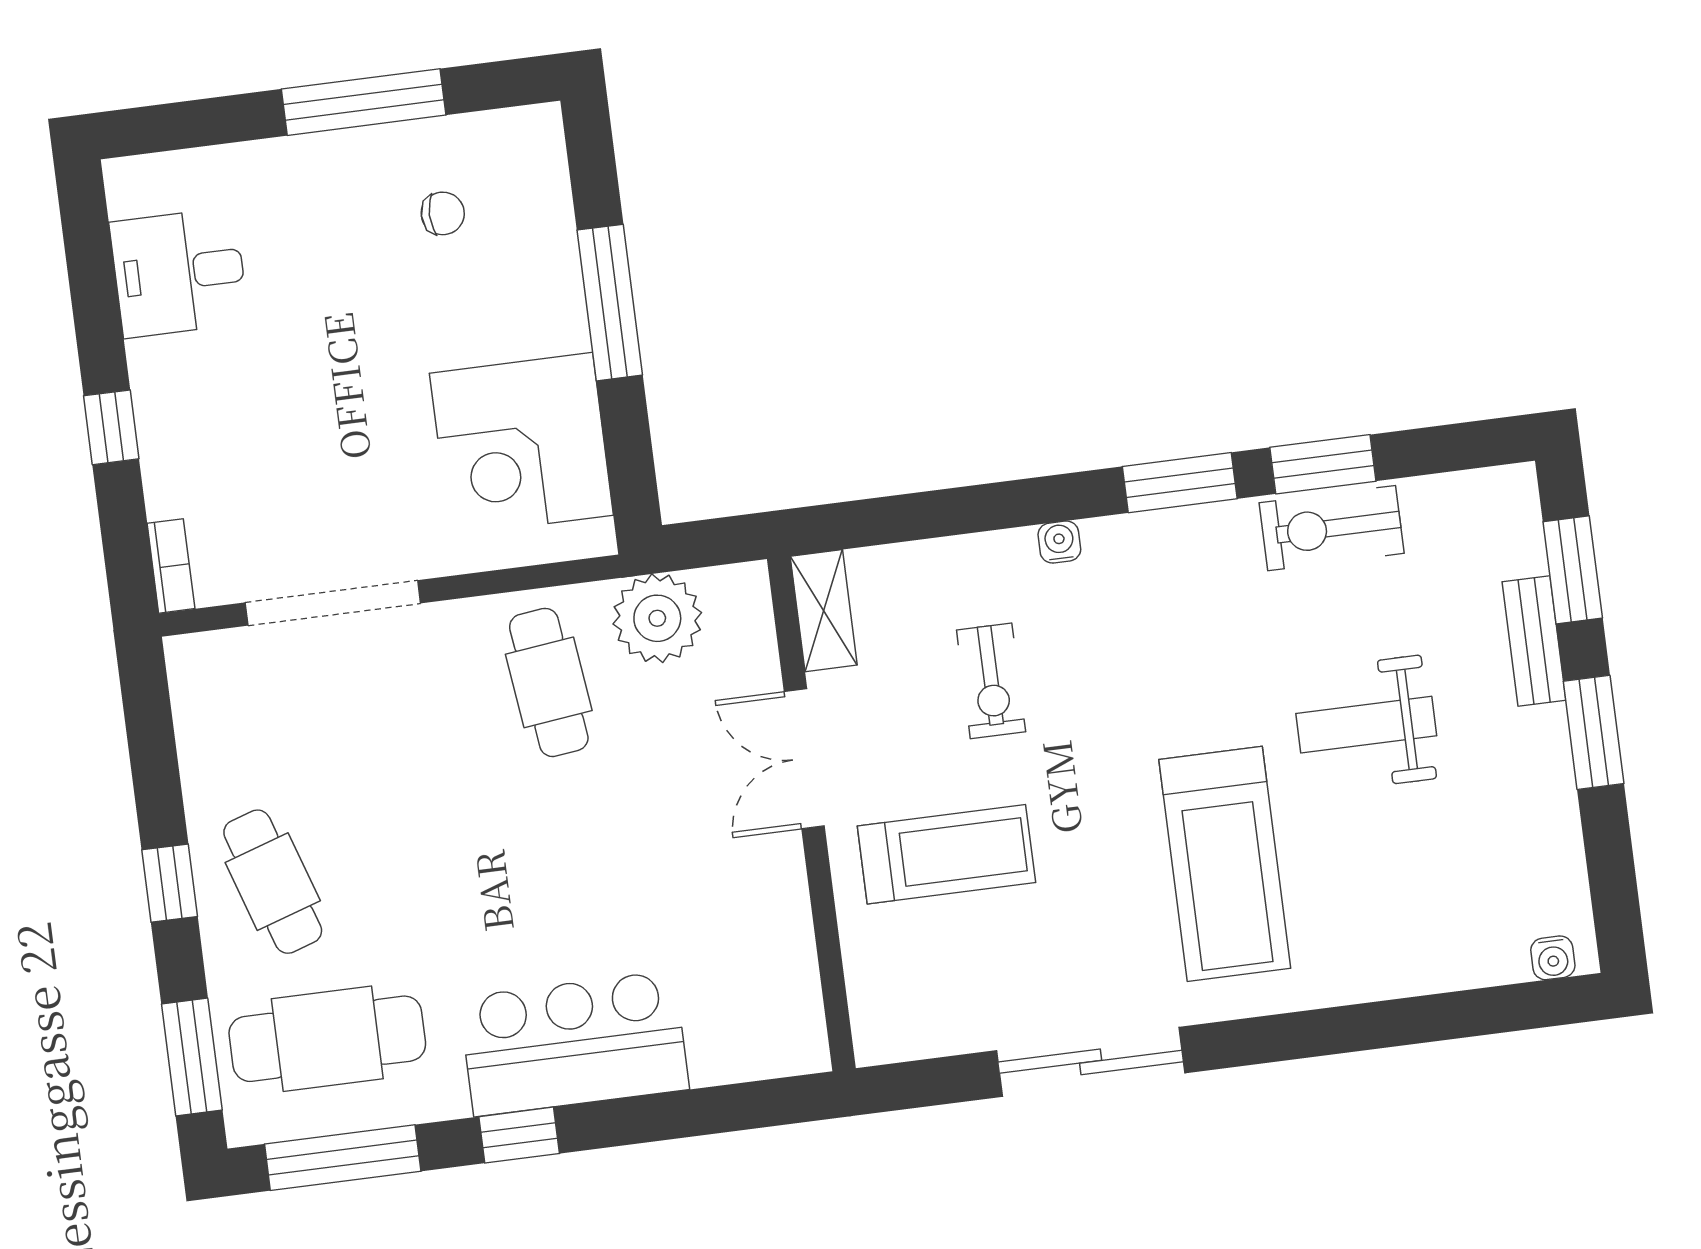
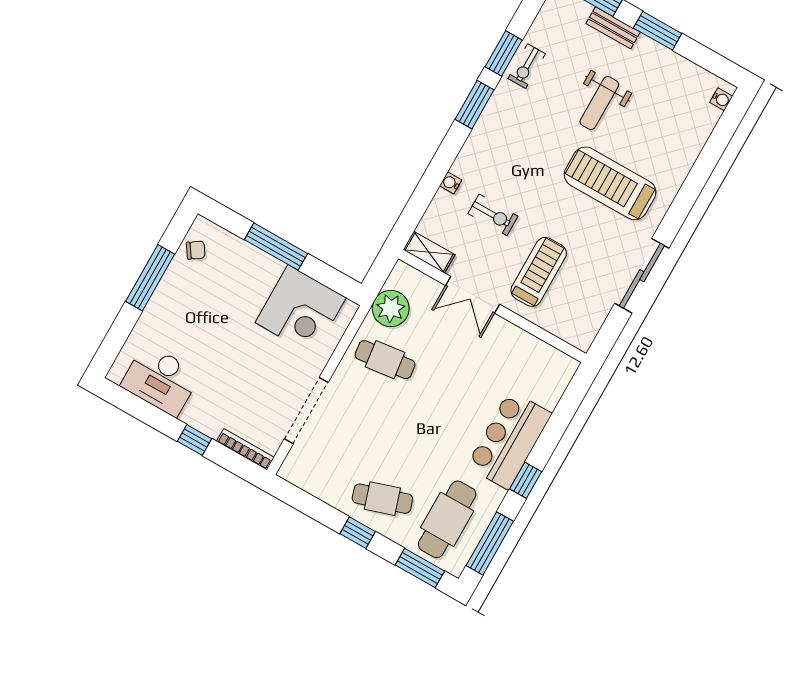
chair: (443, 213) -> (196, 250), moved, turned 56
desk: (179, 273) -> (161, 380), width x1.37
exercise bike: (1332, 528) -> (527, 66), width x0.73, depth x0.72
water cooler: (1059, 542) -> (451, 183), moved
bookcase: (171, 566) -> (245, 449), width x1.56
treadmill: (1225, 864) -> (610, 183), turned 180

